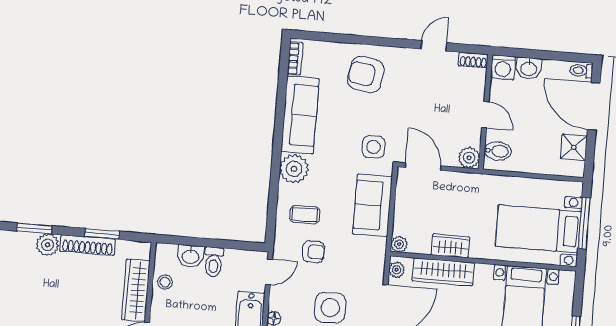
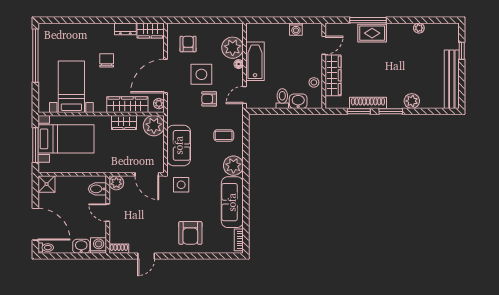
armchair: (366, 75) -> (190, 233), turned 81
shower: (574, 147) -> (47, 184), moved
window: (34, 228) -> (391, 111), moved
plant: (399, 244) -> (154, 126), width x1.88, depth x1.88
plant: (47, 245) -> (412, 101), moved
armchair: (313, 252) -> (209, 99), moved

